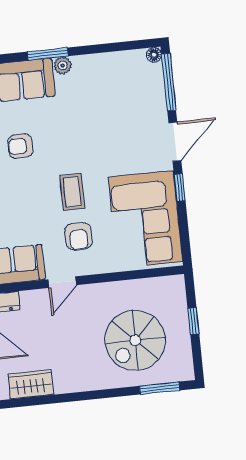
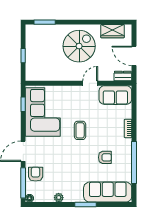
plant: (63, 65) -> (59, 198), moved
window: (180, 187) -> (23, 104), moved
armchair: (79, 236) -> (36, 174), moved
spiral stairs: (135, 340) -> (79, 46), moved

